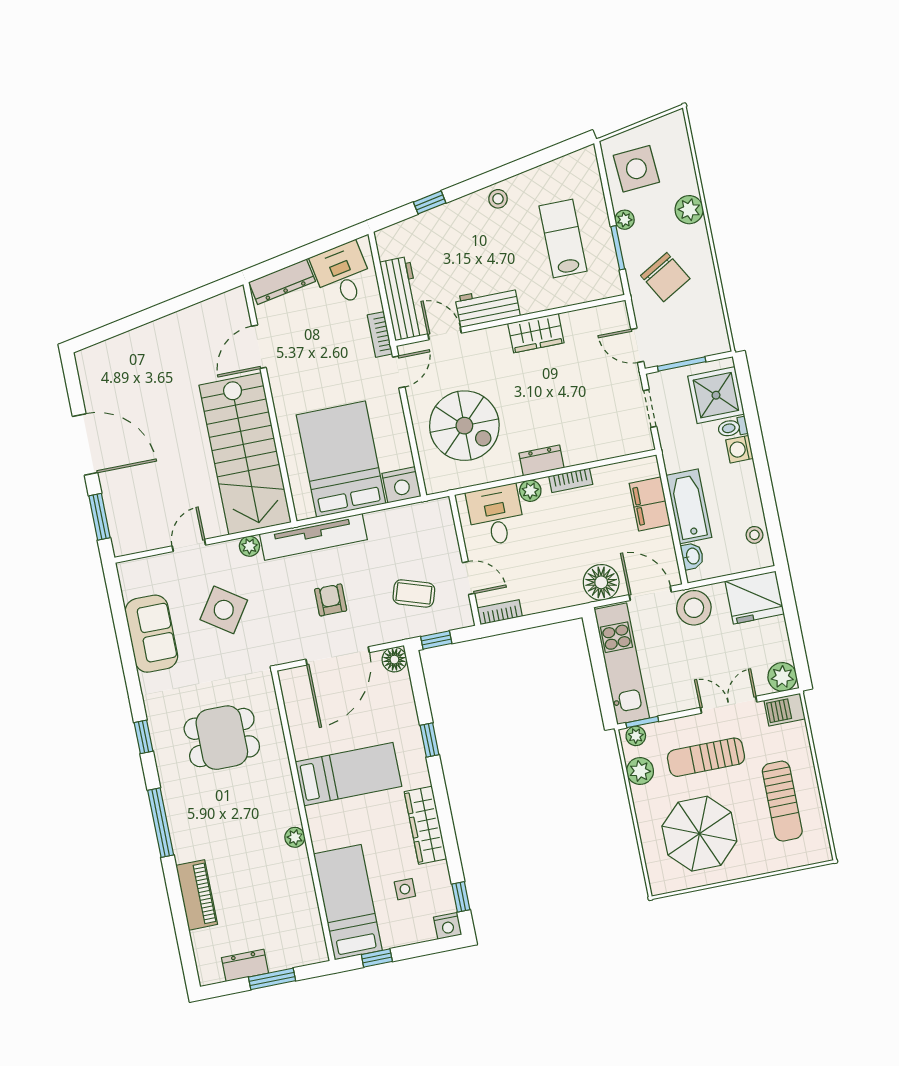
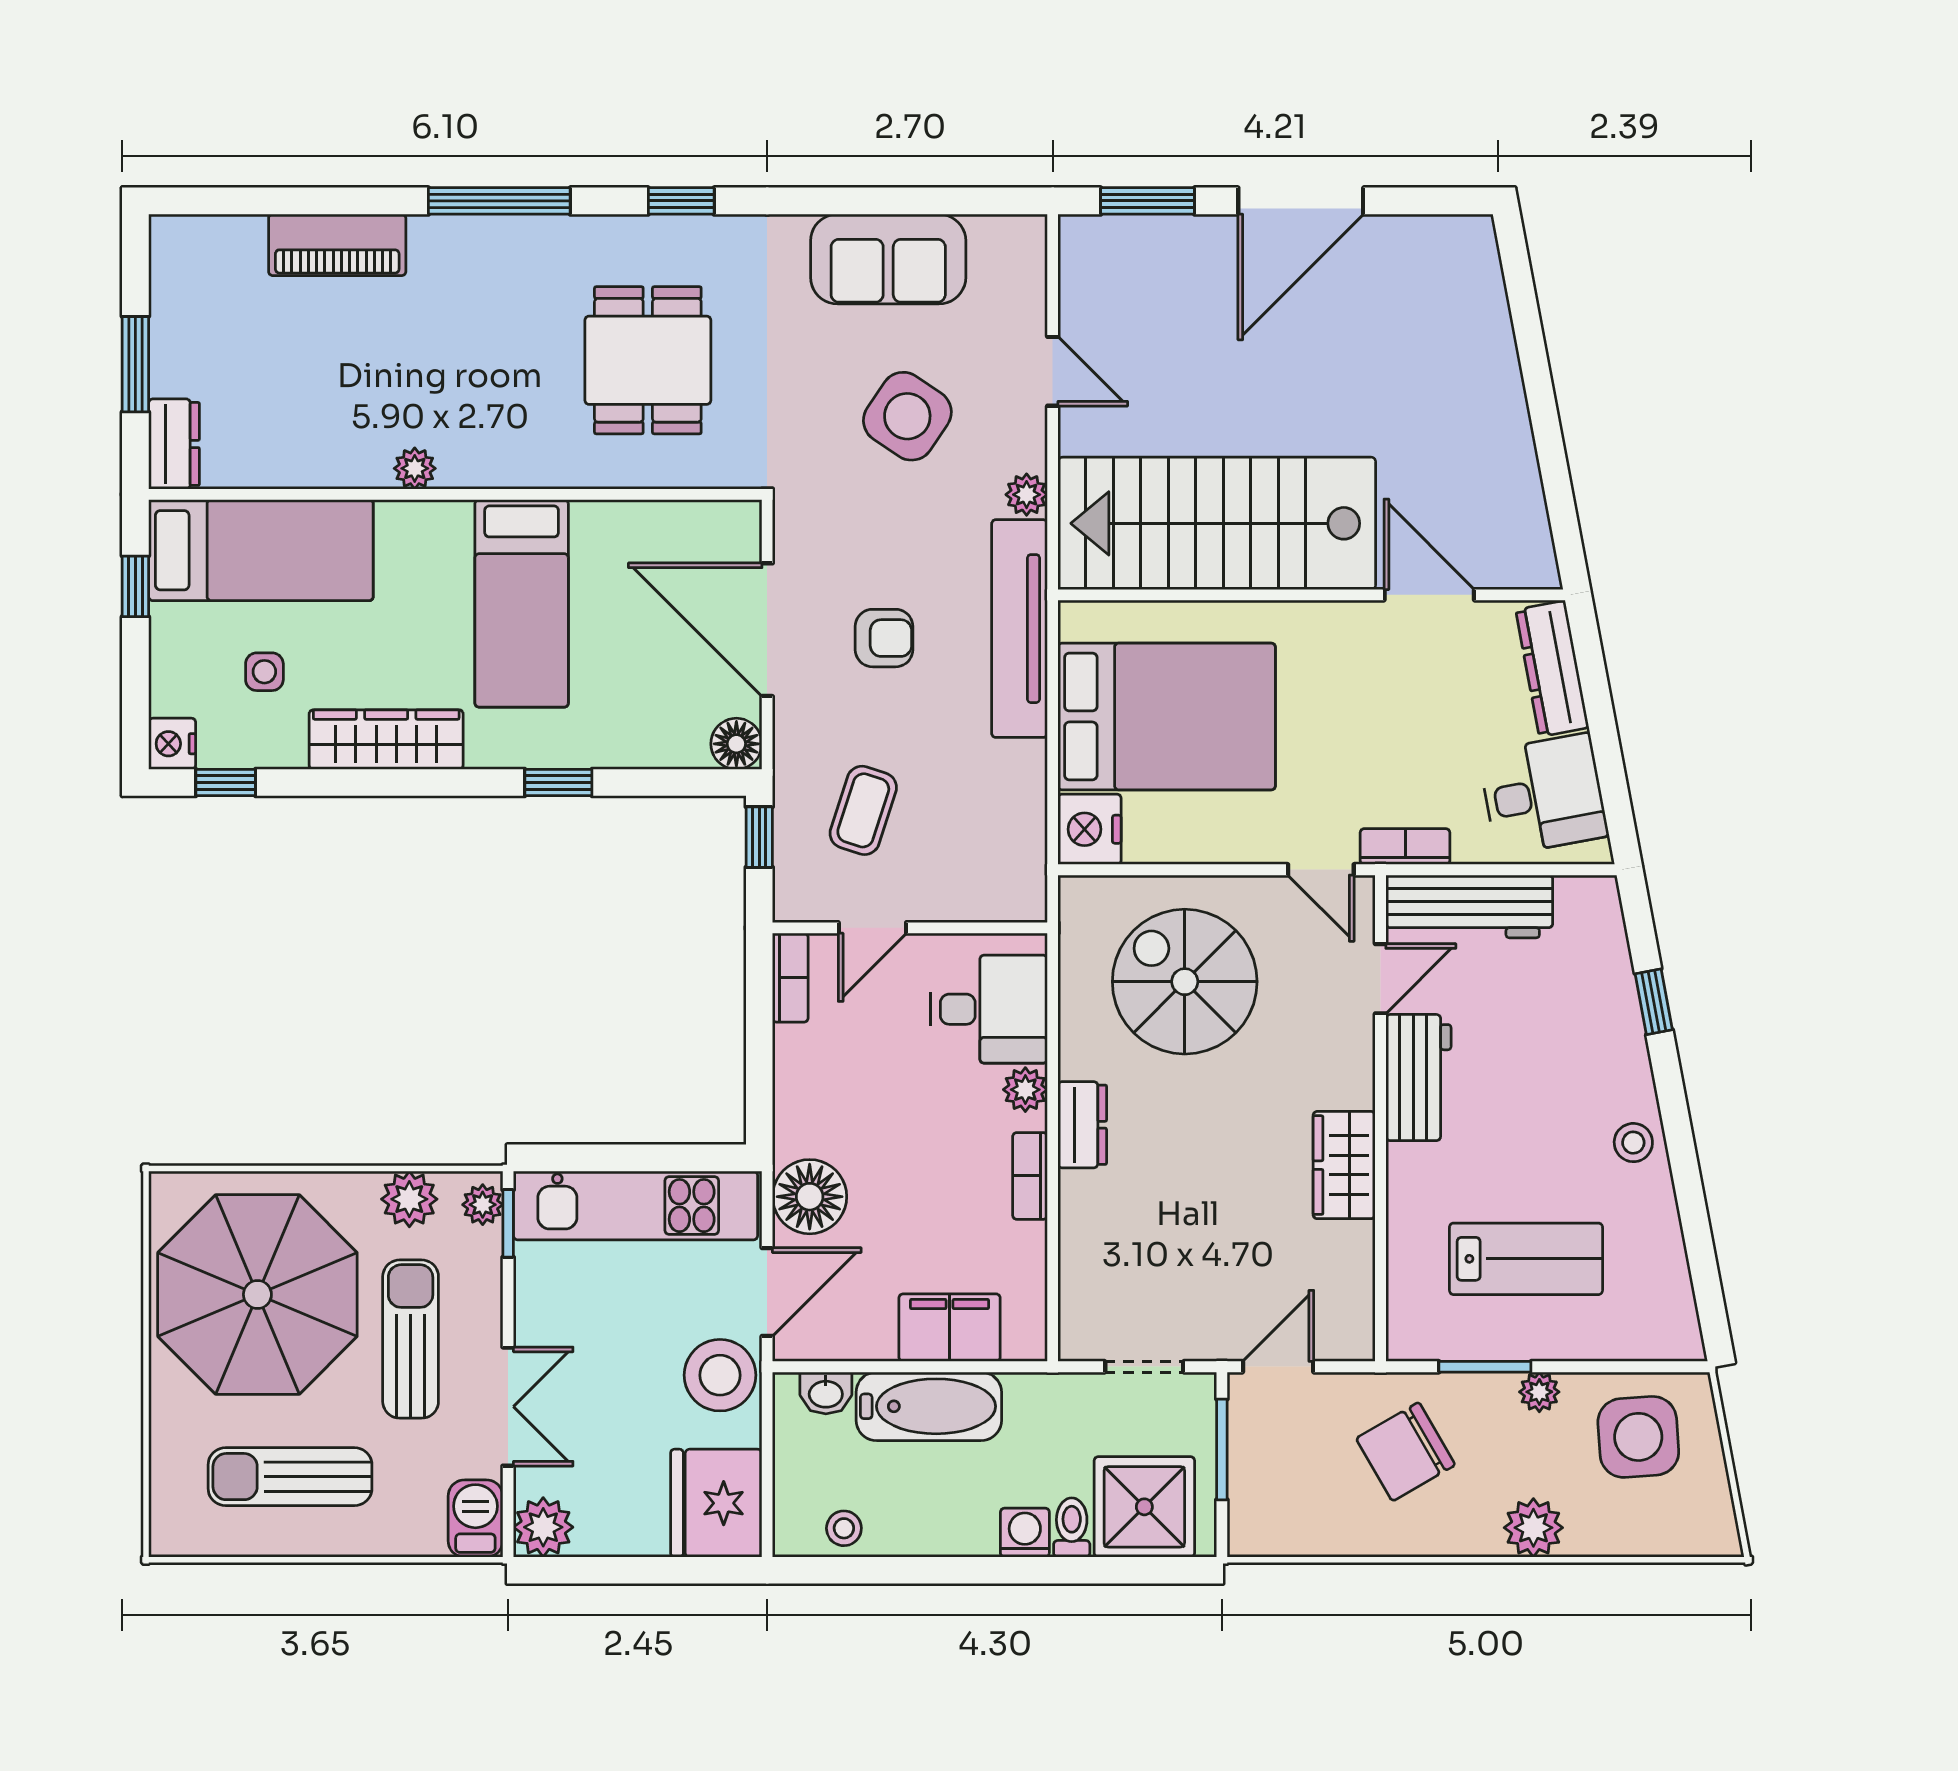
spiral stairs: (464, 426) -> (1185, 982), turned 90
parasol: (699, 834) -> (257, 1294), width x1.36, depth x1.36
dresser: (245, 965) -> (174, 444), moved

